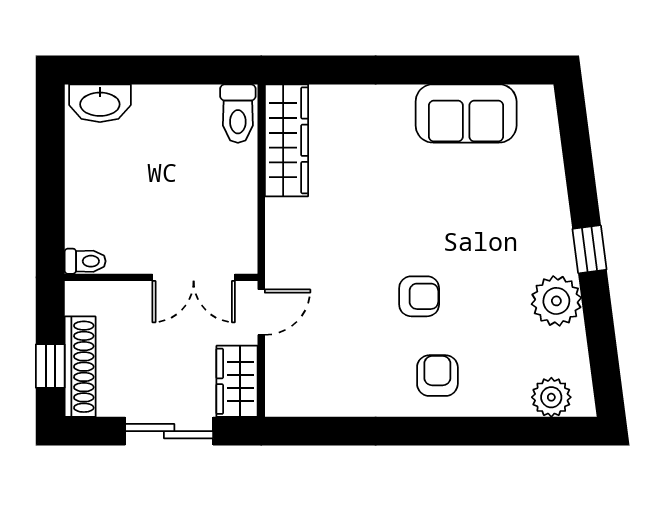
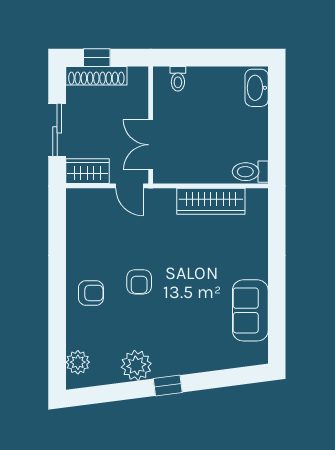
wardrobe: (286, 140) -> (211, 201), moved
toilet: (85, 261) -> (178, 79), moved

